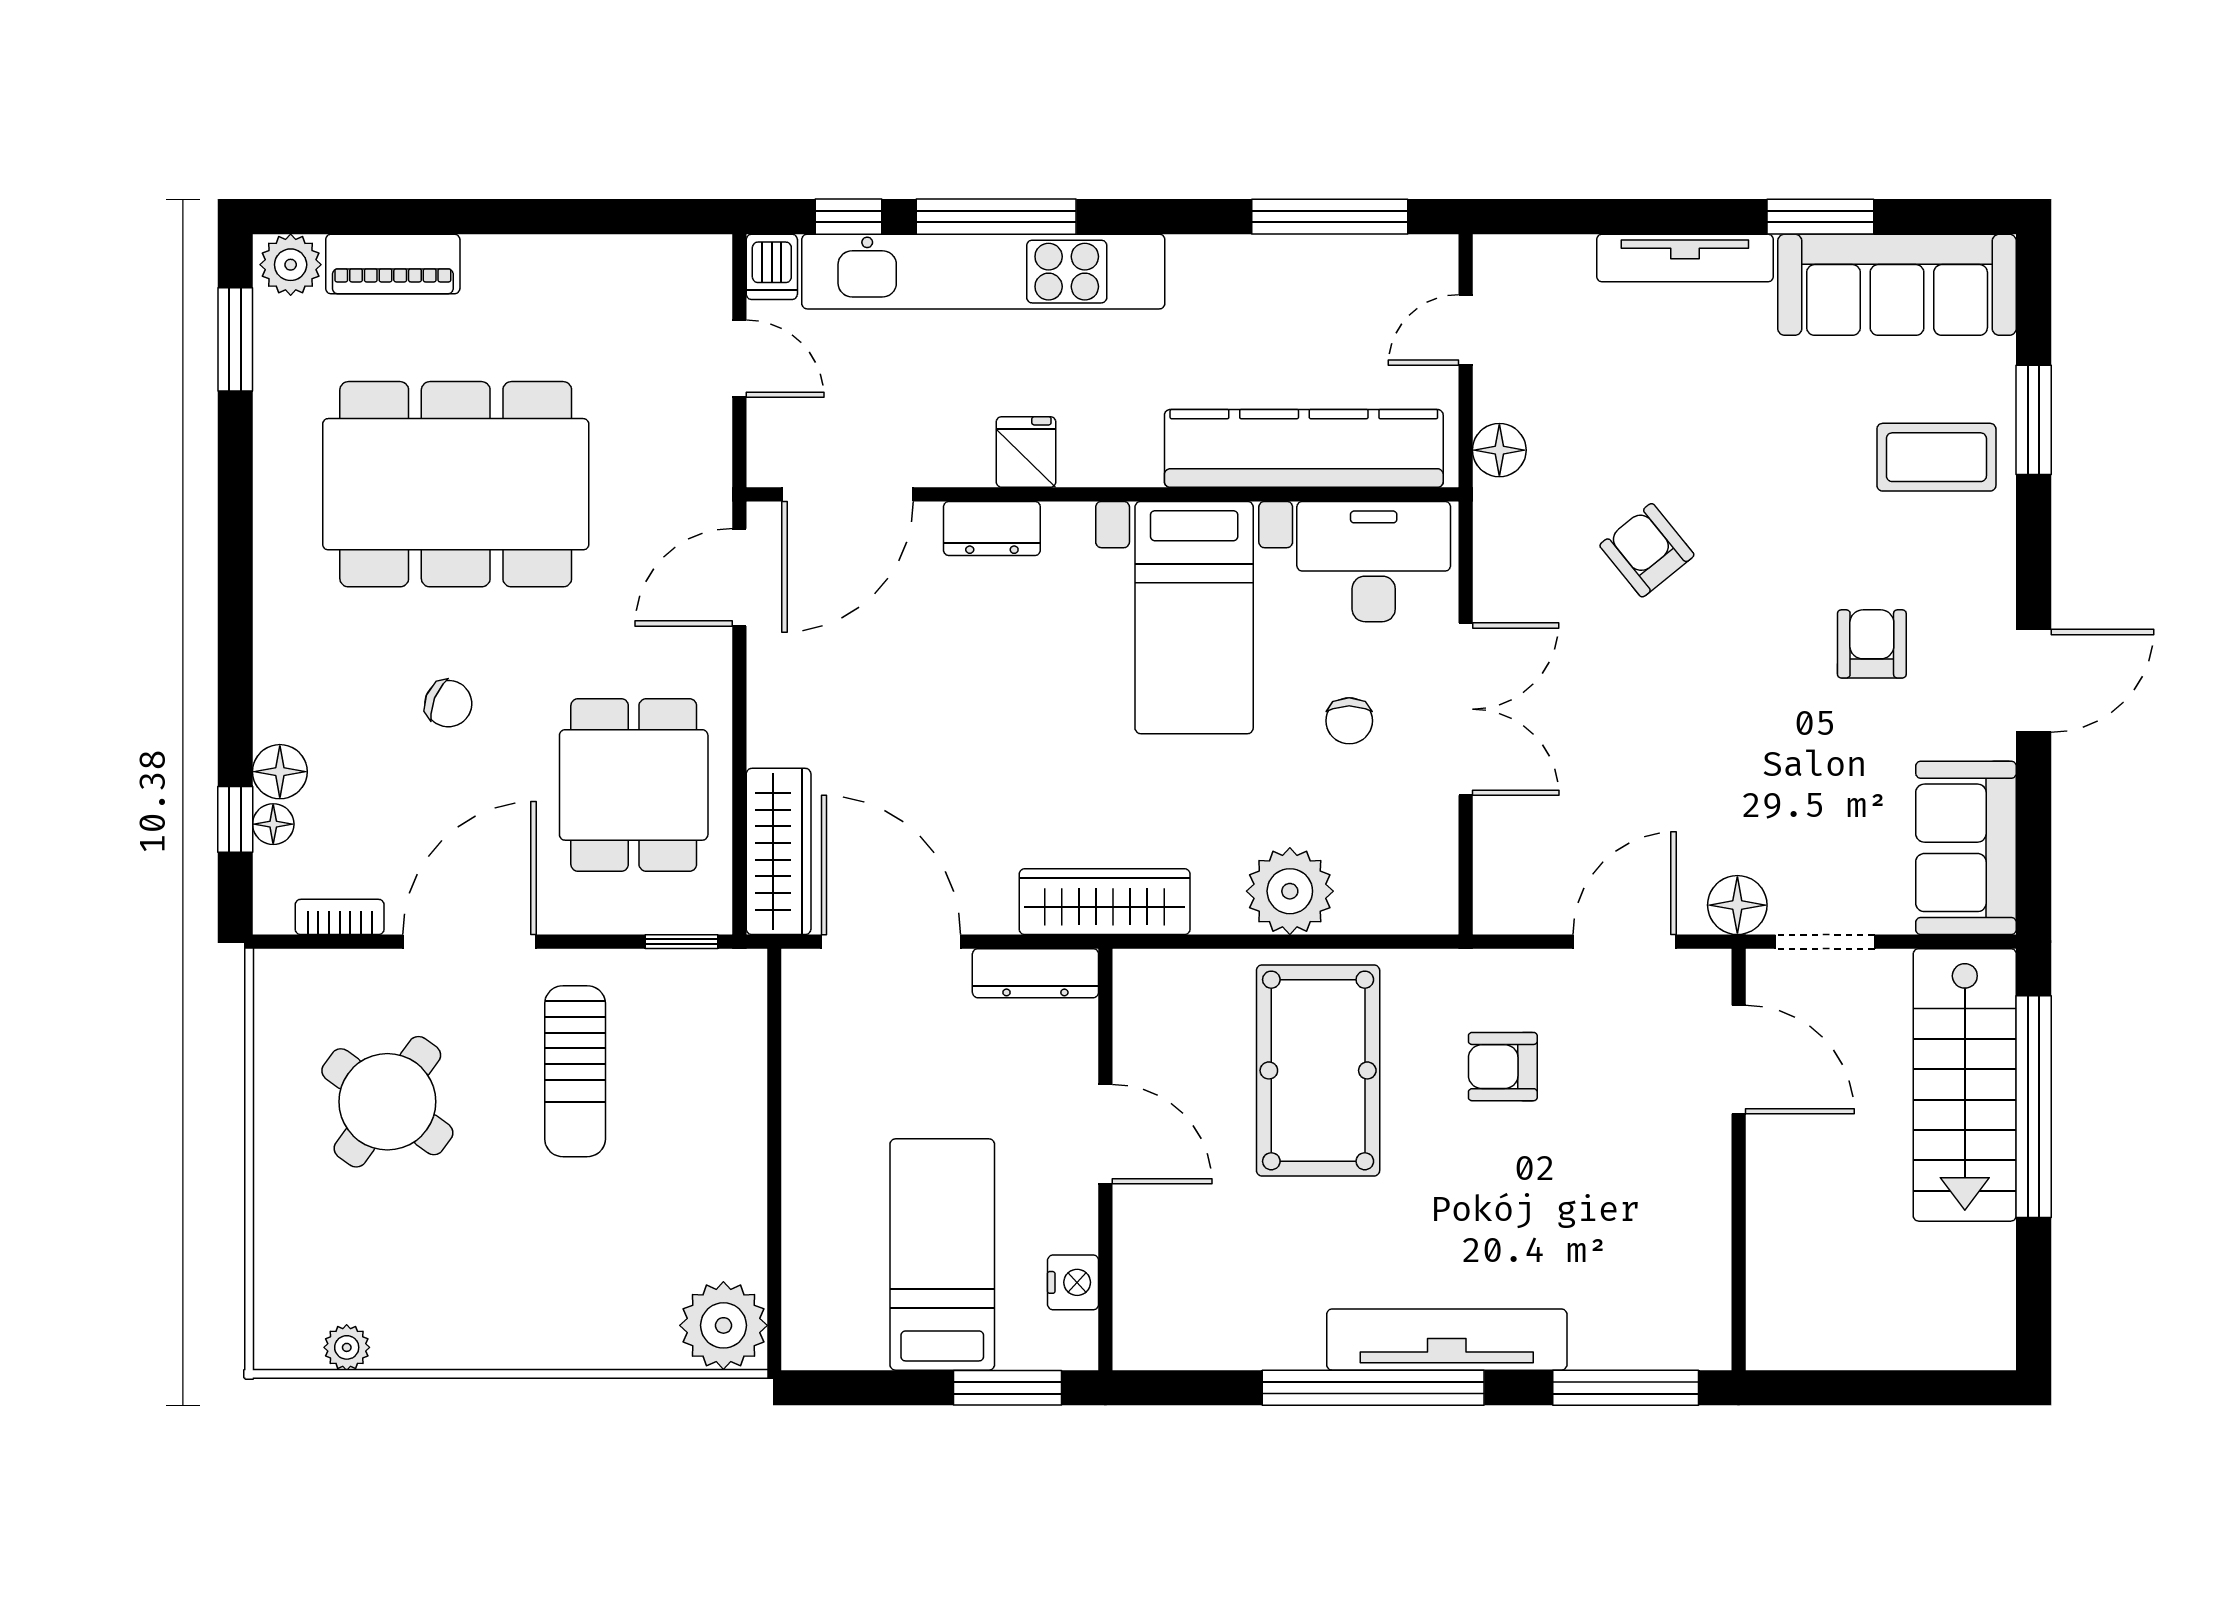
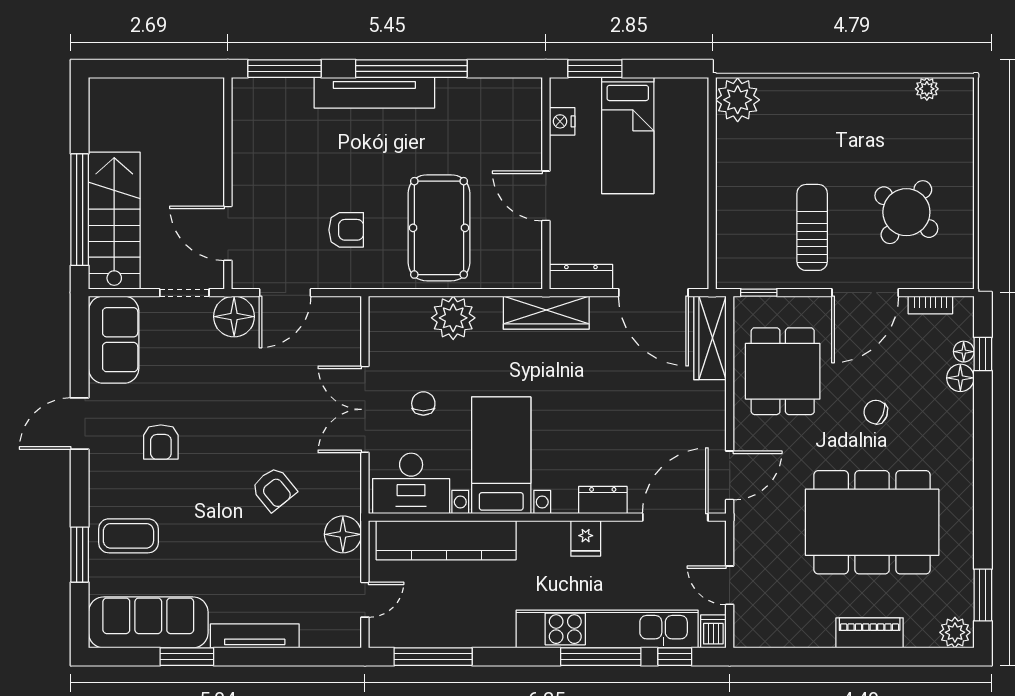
piano: (393, 264) -> (870, 633), moved
floor lamp: (1499, 450) -> (343, 534), width x1.38, depth x1.38
floor lamp: (1737, 905) -> (234, 317), width x1.38, depth x1.38

